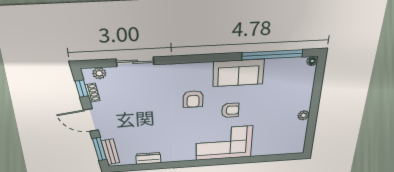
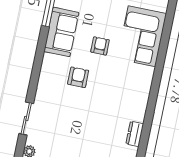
armchair: (193, 99) -> (78, 77), turned -91
corner sofa: (224, 143) -> (142, 36), moved

